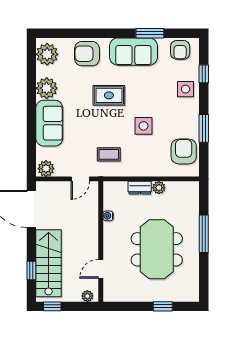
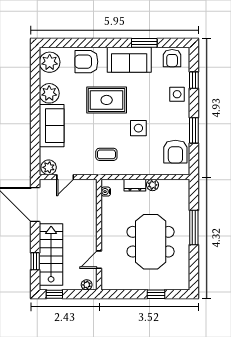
rug: (109, 95) -> (107, 100), width x1.36, depth x1.43
armchair: (184, 151) -> (175, 152), turned 180
door: (80, 179) -> (65, 177), moved
water cooler: (108, 216) -> (106, 192), moved

